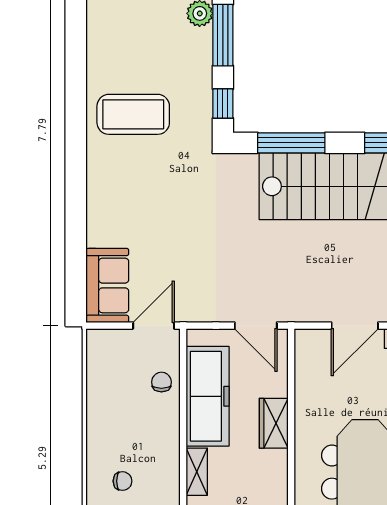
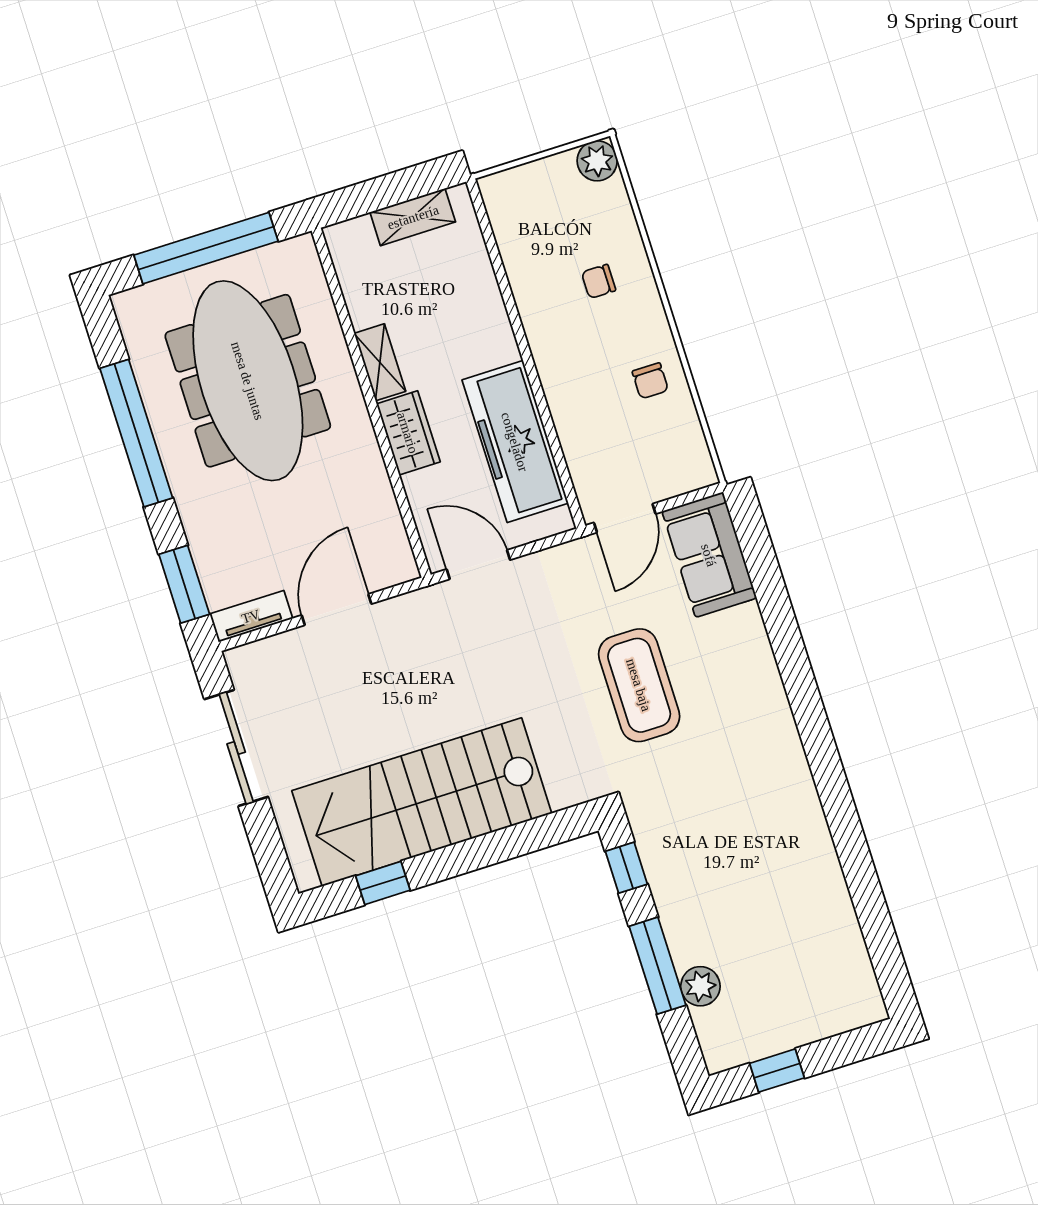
coffee table: (133, 114) -> (639, 685), moved, turned 90
window: (291, 143) -> (510, 843), removed
chair: (161, 382) -> (650, 381), moved
shelving: (197, 472) -> (380, 362), moved

